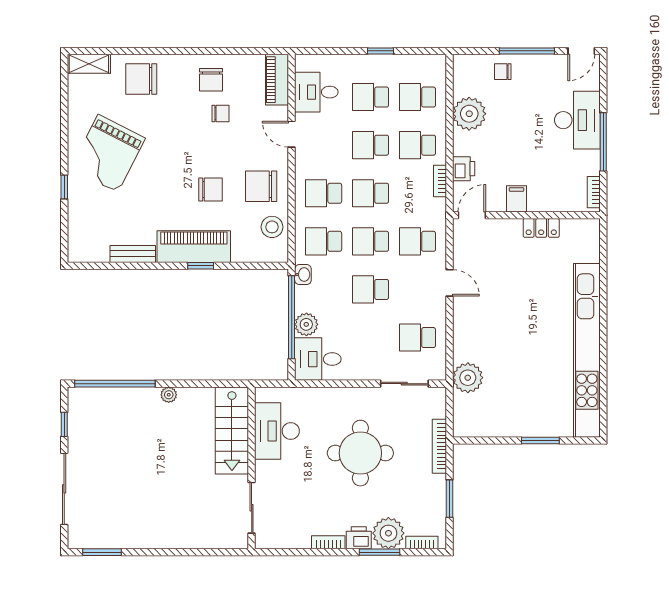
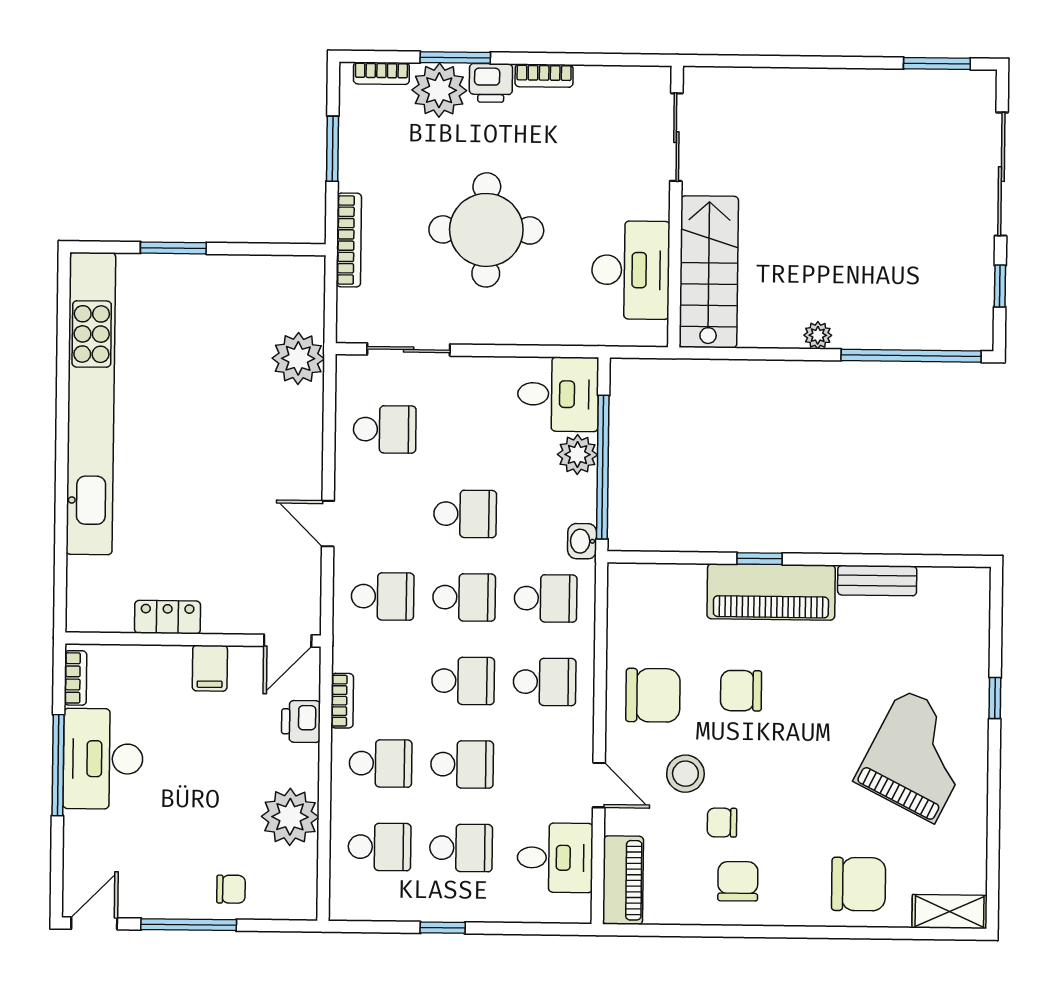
desk: (577, 120) -> (103, 759), moved
stool: (272, 227) -> (685, 774), moved

